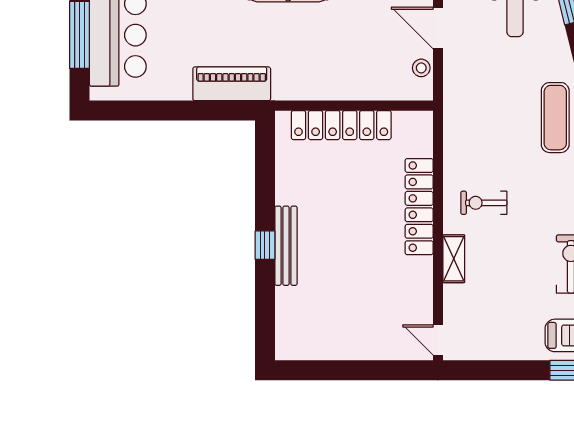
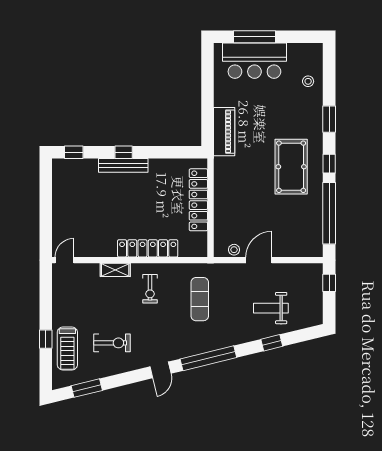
exercise mat: (555, 118) -> (200, 299), moved, turned 90
exercise bike: (484, 203) -> (150, 289), turned 180
window: (265, 325) -> (74, 152), added

